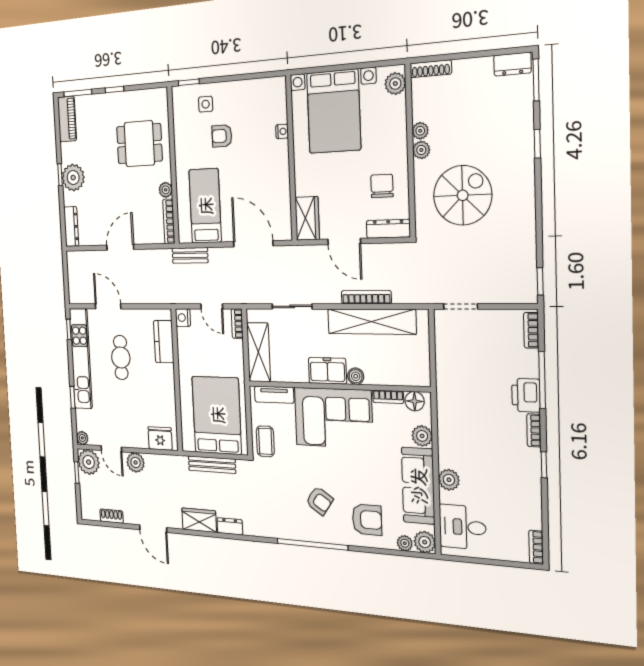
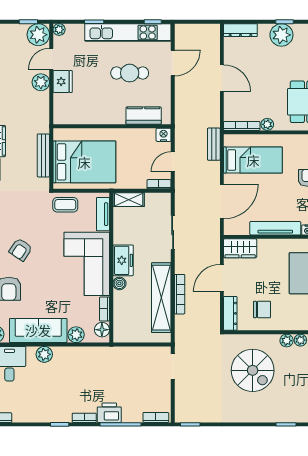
tv unit: (282, 173) -> (275, 228), added
shelving: (258, 352) -> (129, 200), width x0.67, depth x0.75
fridge: (160, 438) -> (63, 81), moved

